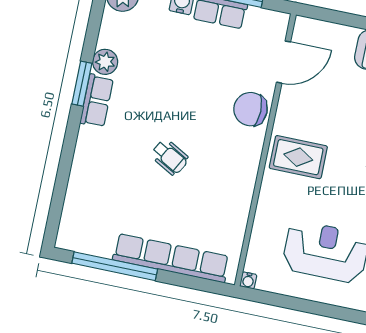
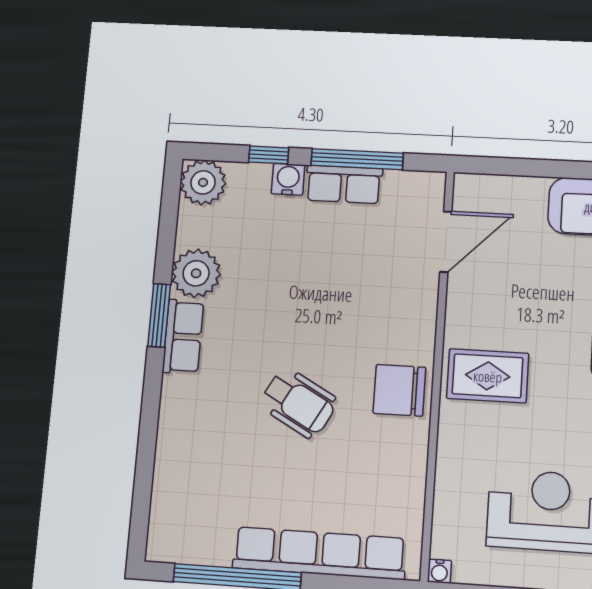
plant: (105, 62) -> (196, 273), width x1.36, depth x1.36
chair: (251, 109) -> (400, 390), moved
wheelchair: (170, 157) -> (299, 403), width x1.36, depth x1.37

